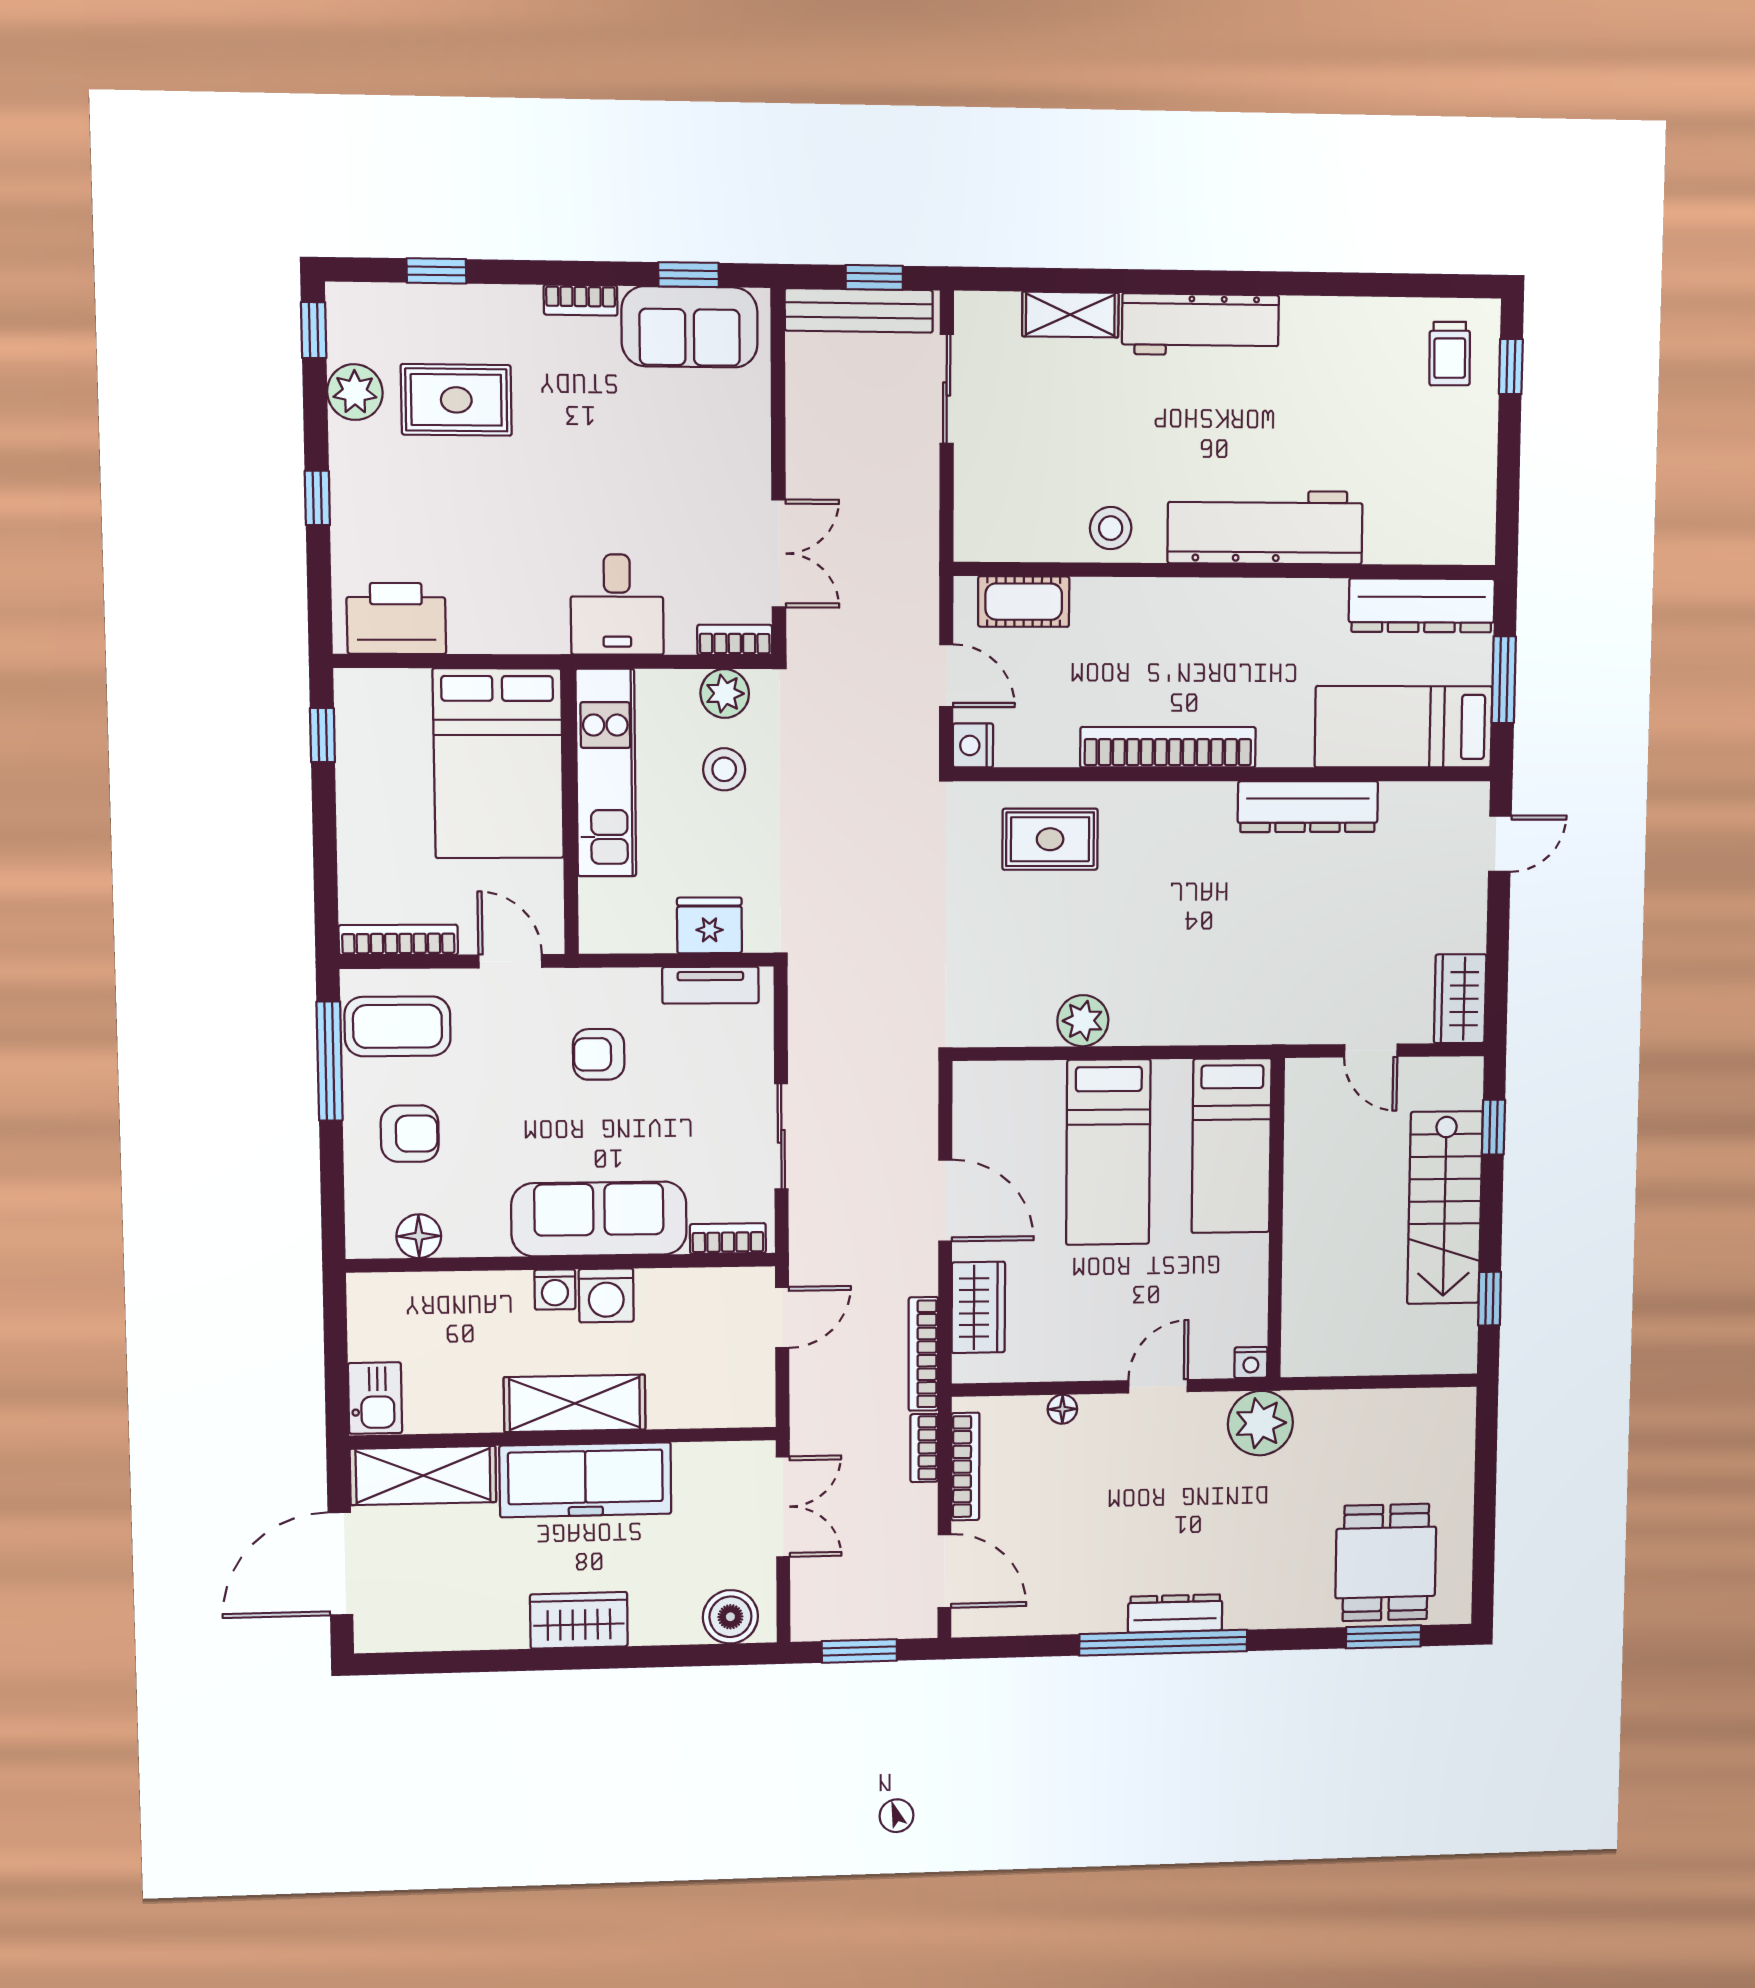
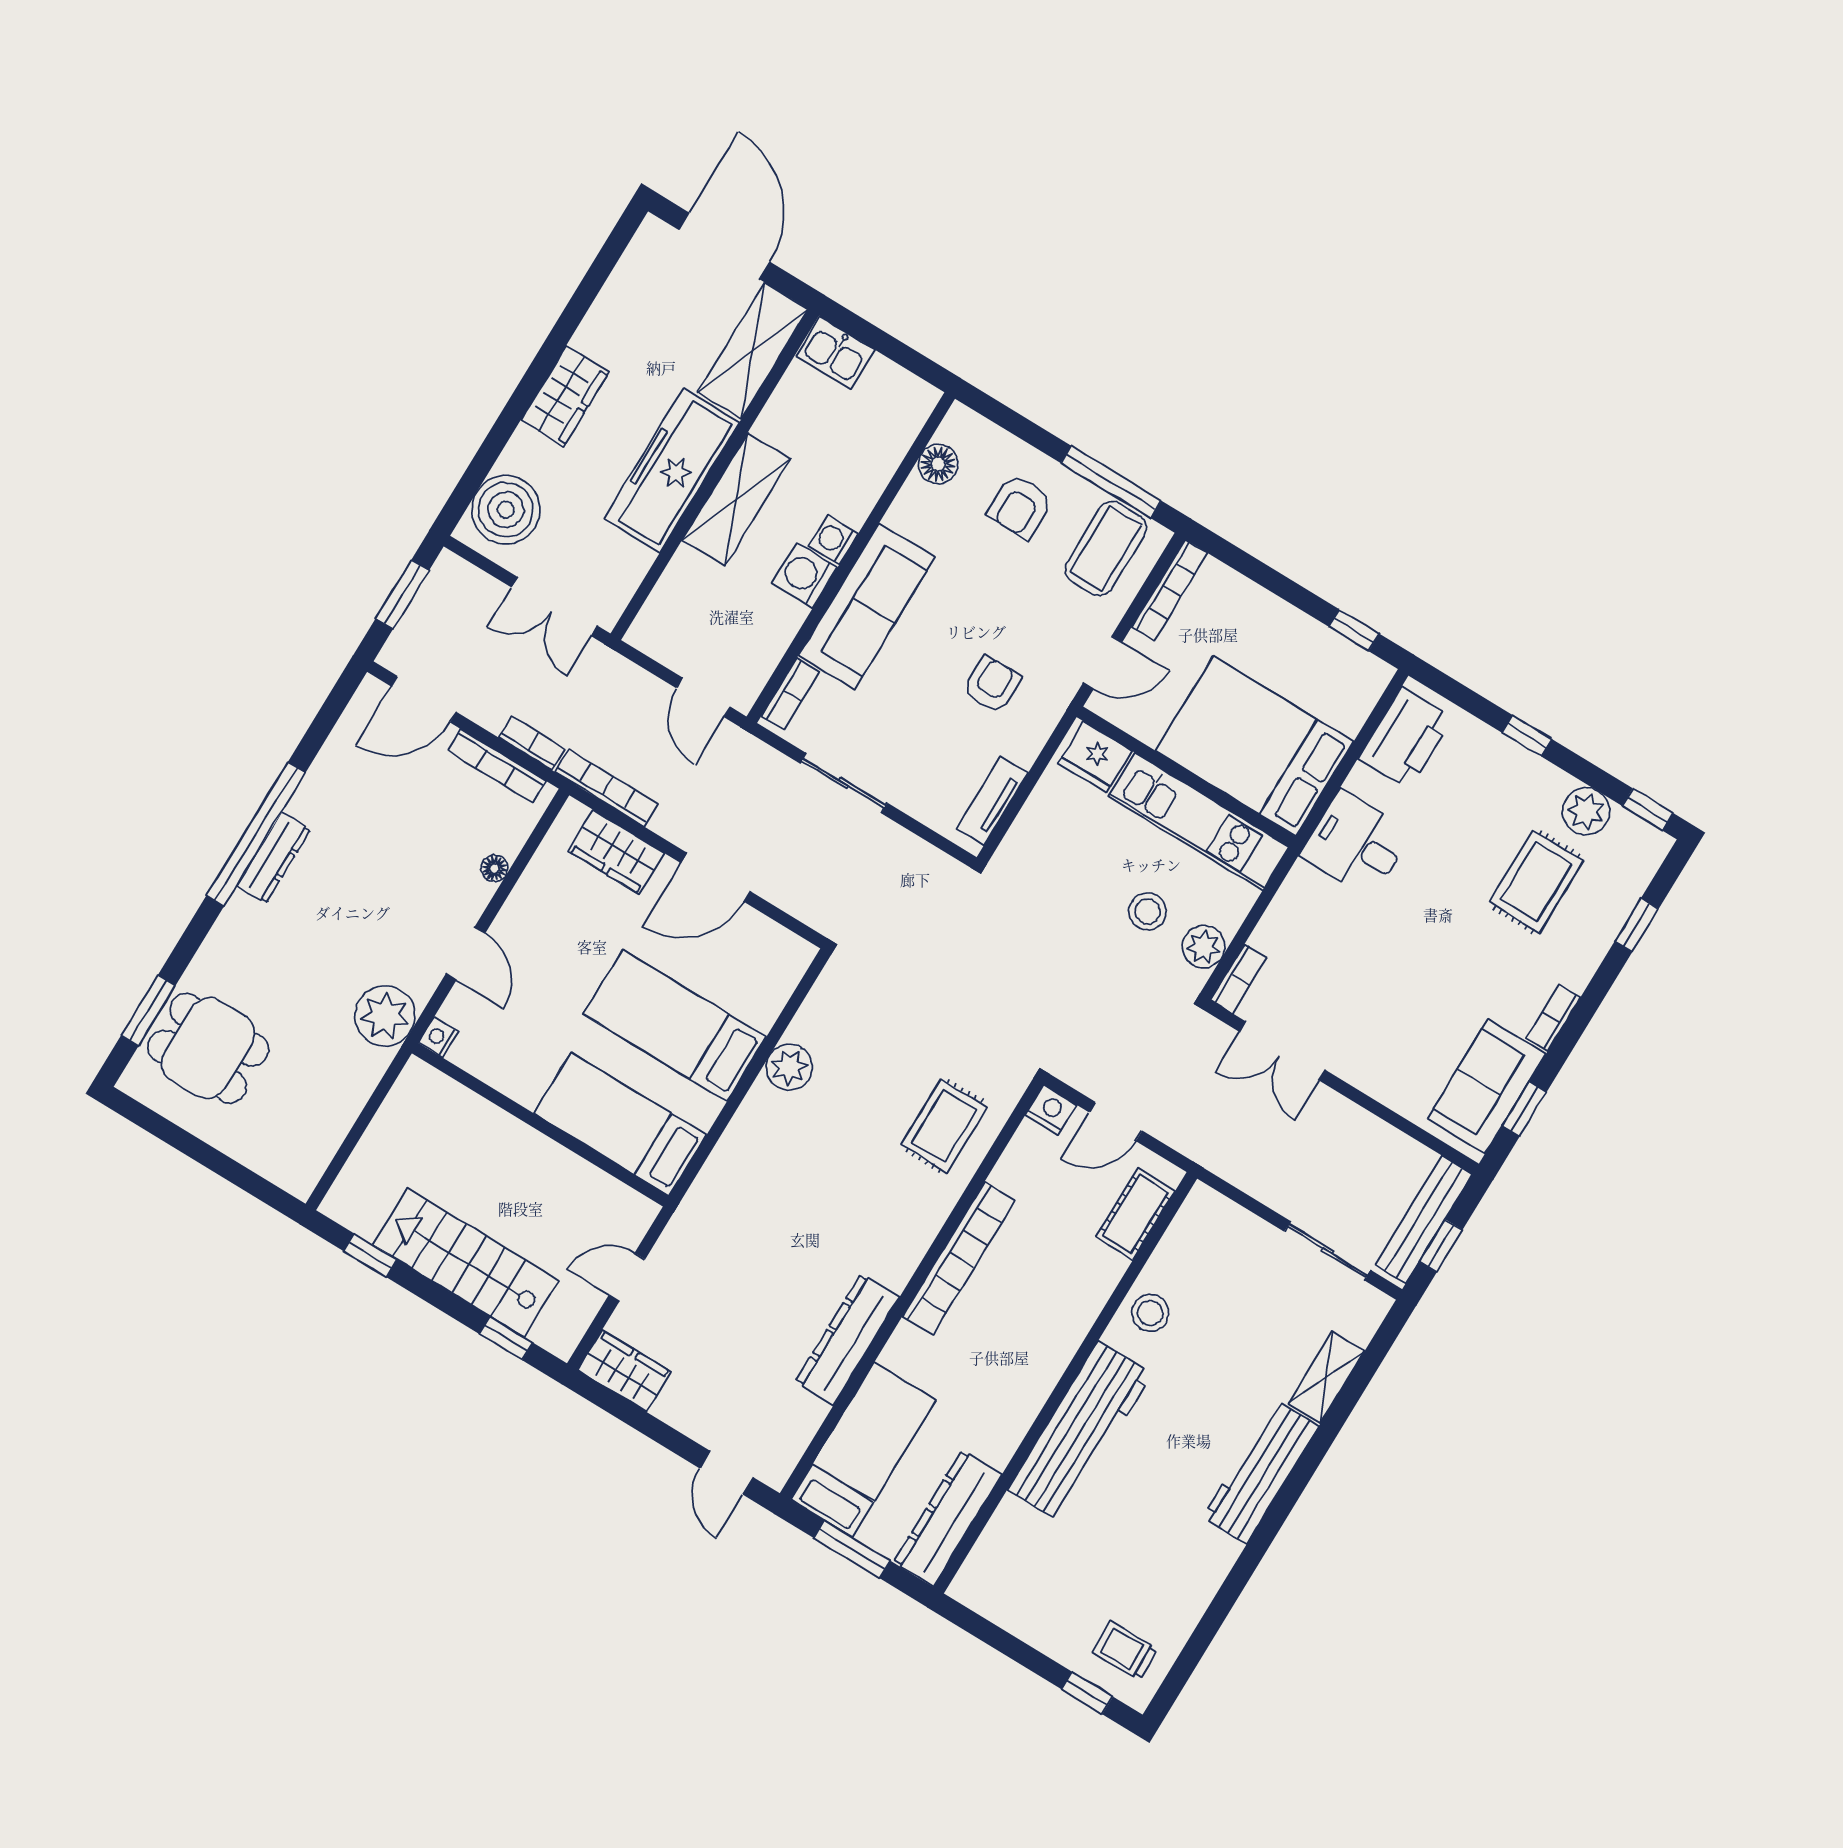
desk: (617, 605) -> (1356, 844), moved
fridge: (709, 925) -> (1095, 757), moved, turned 90
boiler: (730, 1617) -> (506, 510), width x1.37, depth x1.37

